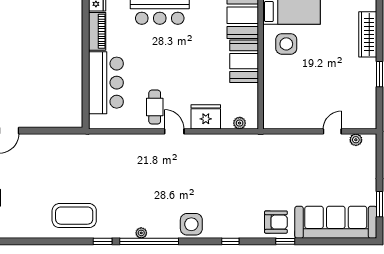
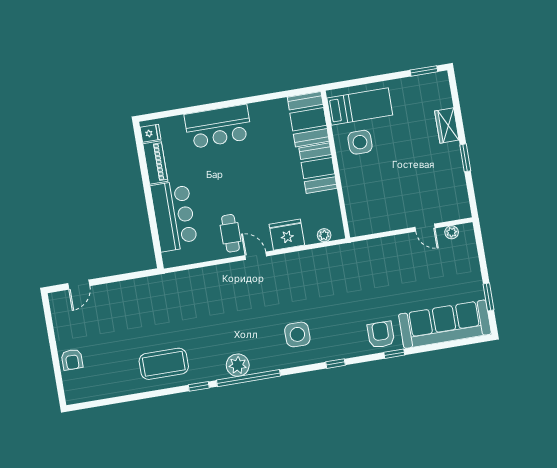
wardrobe: (368, 34) -> (447, 126), width x0.67
door: (332, 131) -> (425, 228), swing flipped
armchair: (276, 222) -> (381, 335), turned -90
side table: (191, 224) -> (297, 334), moved
plant: (141, 233) -> (238, 365), width x1.88, depth x1.88

